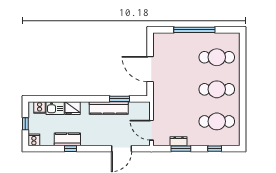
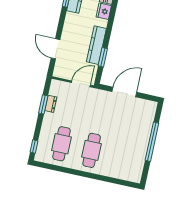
cafe table: (217, 57) -> (122, 157), removed
door: (151, 130) -> (81, 84), moved
window: (215, 149) -> (34, 146), moved

